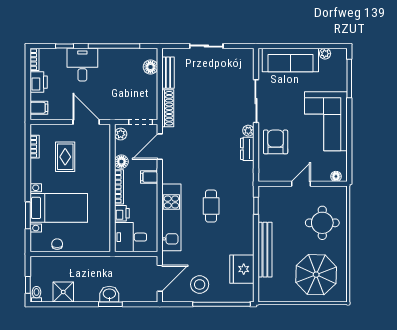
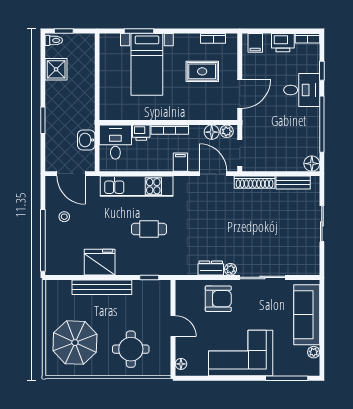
floor lamp: (150, 67) -> (312, 164), moved
floor lamp: (121, 162) -> (212, 132), moved
chair: (57, 244) -> (108, 63), removed
fridge: (242, 269) -> (100, 262), moved
stool: (200, 284) -> (64, 217), width x0.53, depth x0.53
washbasin: (109, 294) -> (86, 140), moved, turned 180

